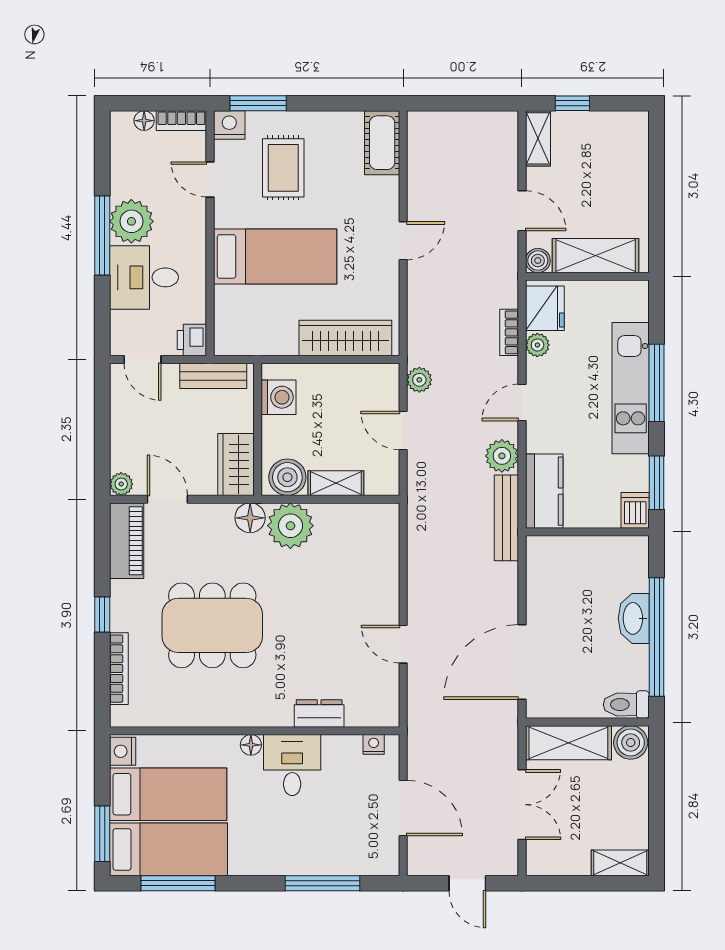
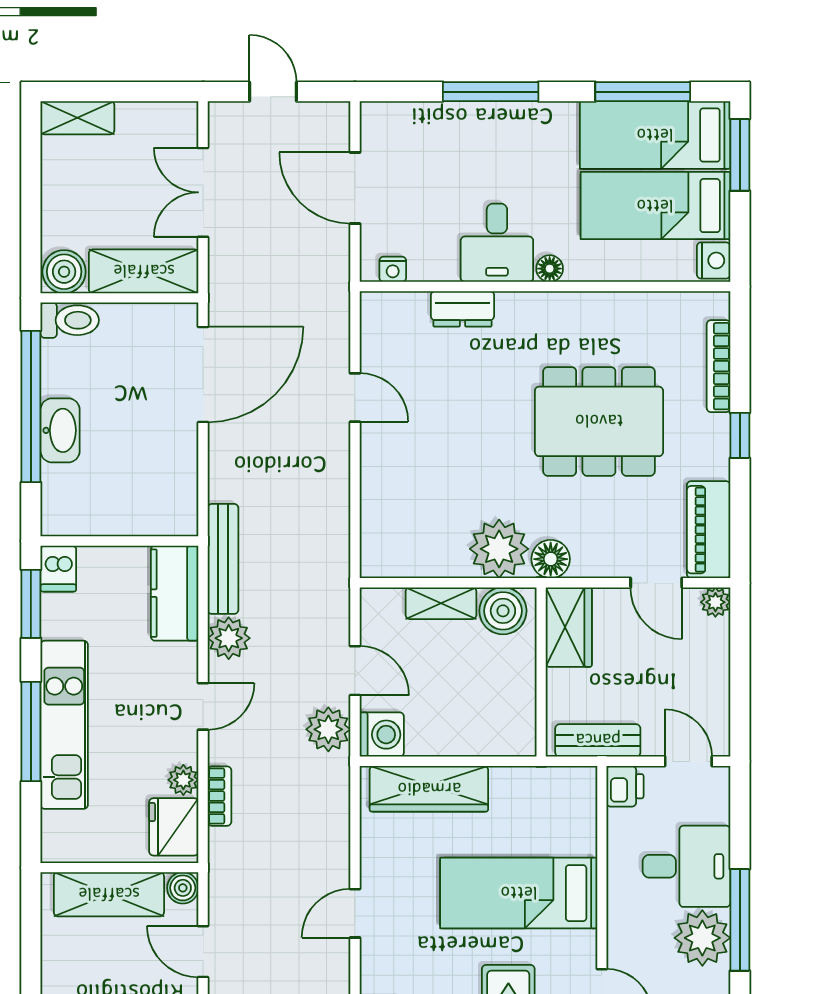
plant: (419, 380) -> (328, 729), width x1.38, depth x1.38
washing machine: (278, 397) -> (382, 735), moved, turned 180
window: (322, 883) -> (491, 92), moved

